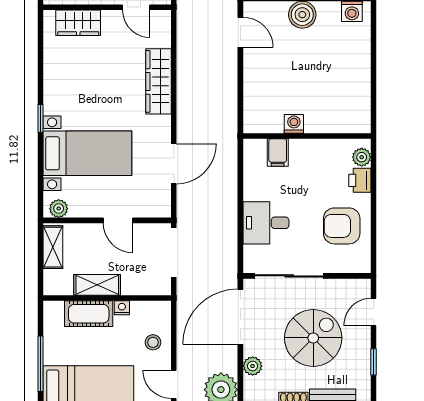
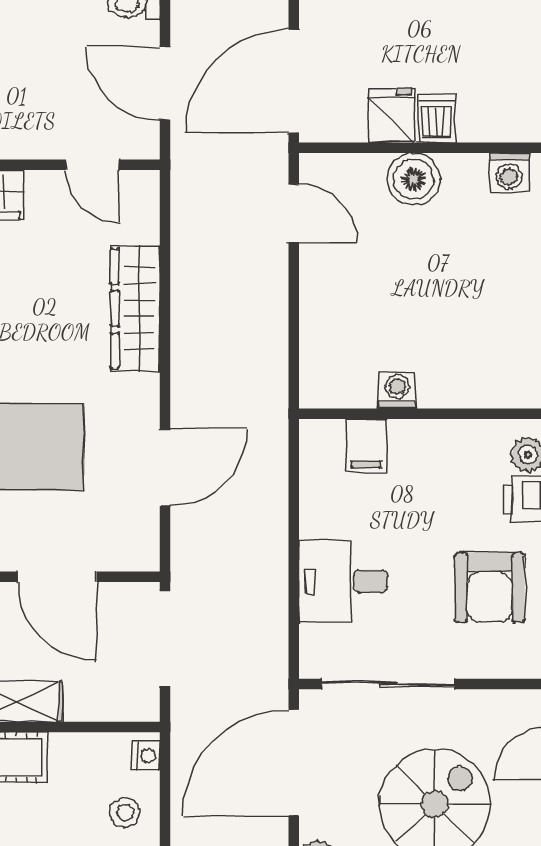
door: (118, 220) -> (57, 577), width x1.38
armchair: (342, 226) -> (490, 587), turned -90
nightstand: (122, 308) -> (146, 756), moved, turned 90

